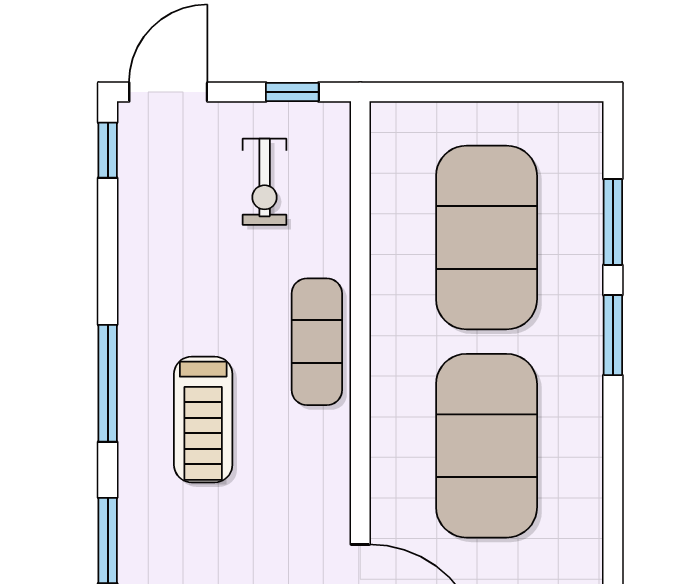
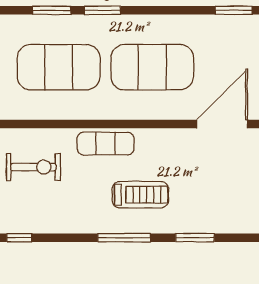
exercise bike: (265, 182) -> (33, 167), width x1.38, depth x1.39

